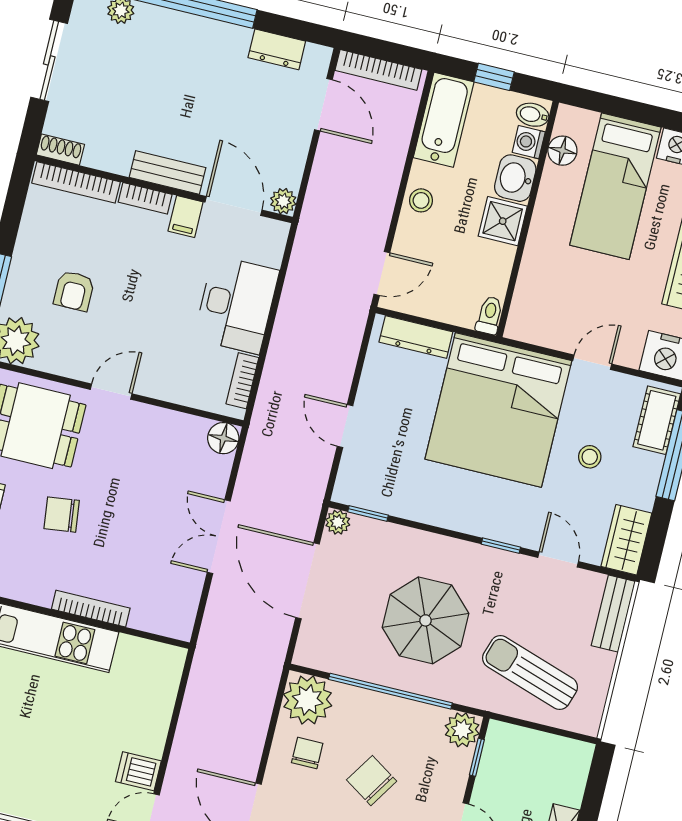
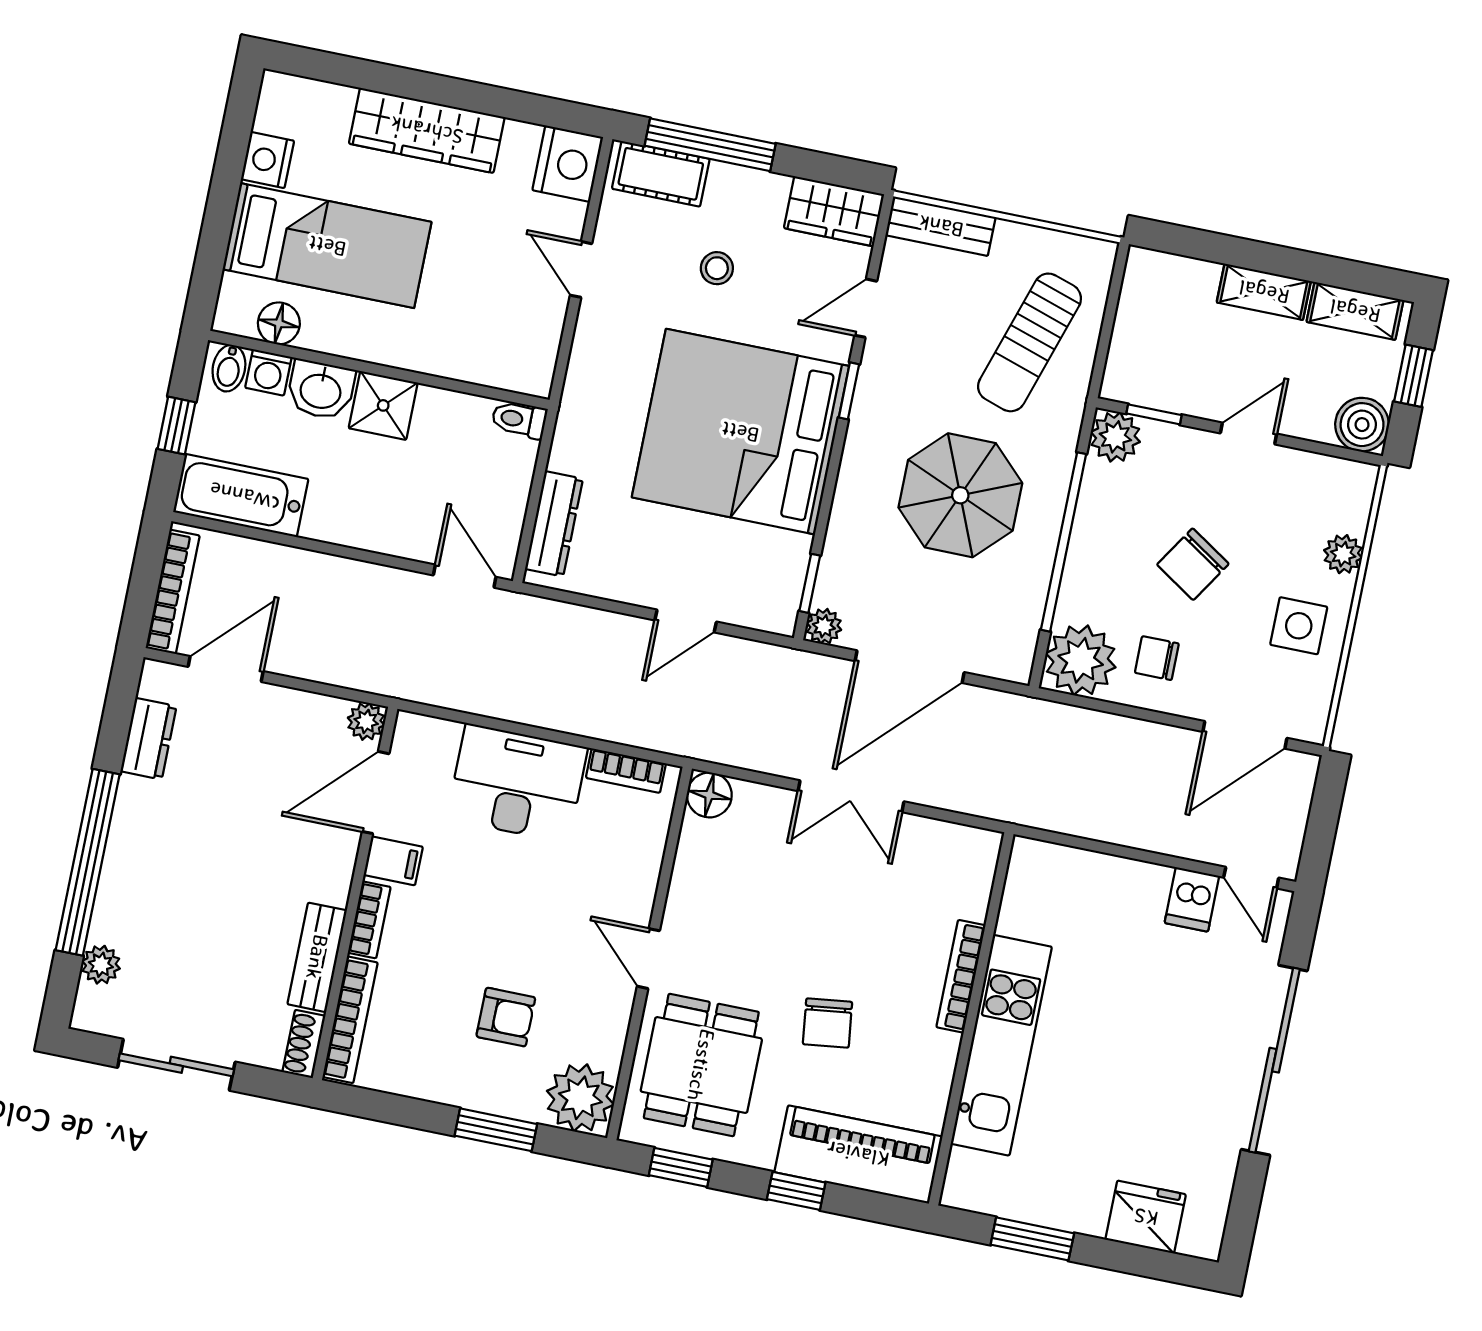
bench: (168, 172) -> (317, 957), moved
stool: (421, 200) -> (358, 524), removed
bed: (498, 410) -> (740, 432), moved, turned 180

